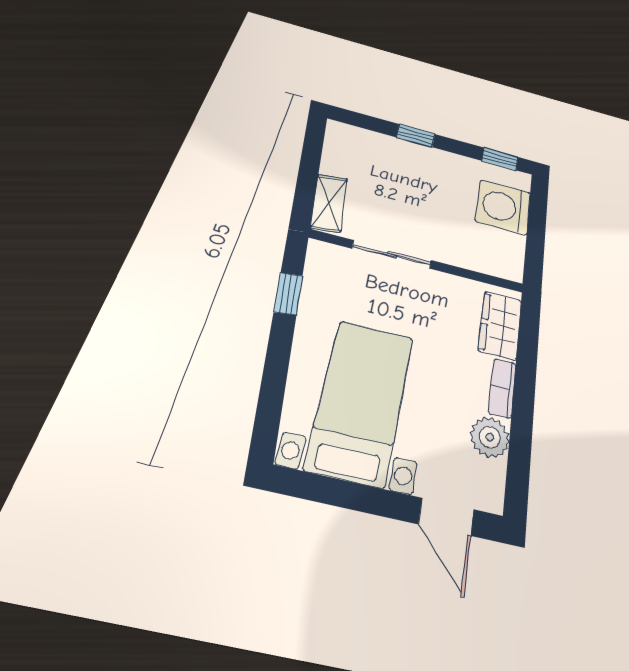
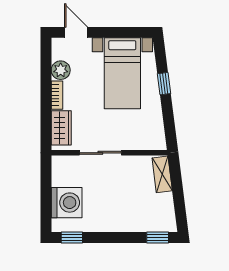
window: (416, 136) -> (158, 237), moved
sliding door: (392, 254) -> (100, 153), moved
window: (288, 294) -> (164, 84), moved

